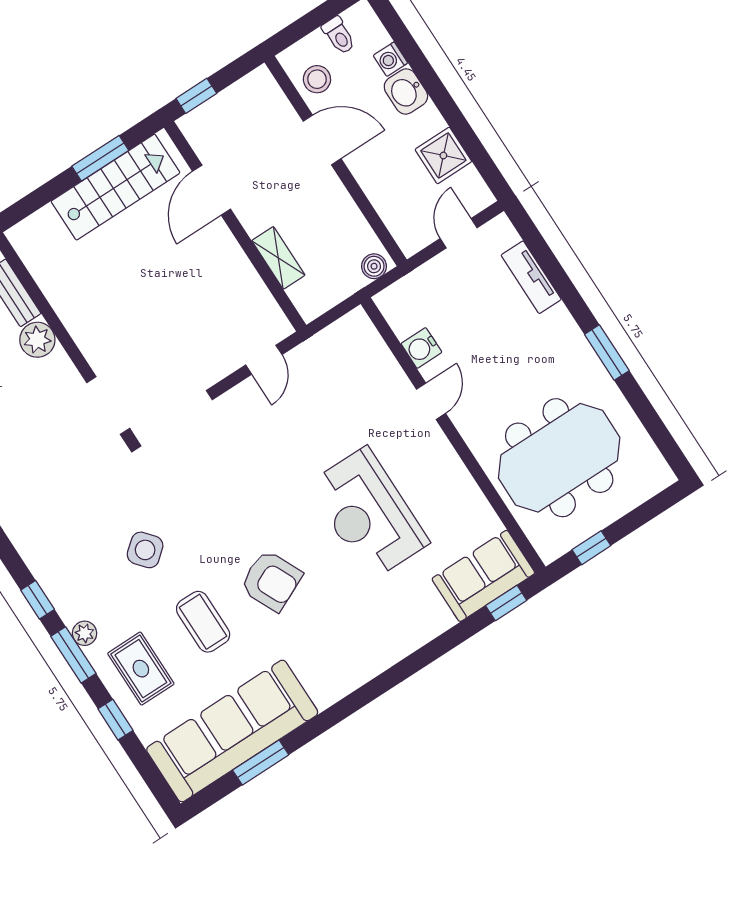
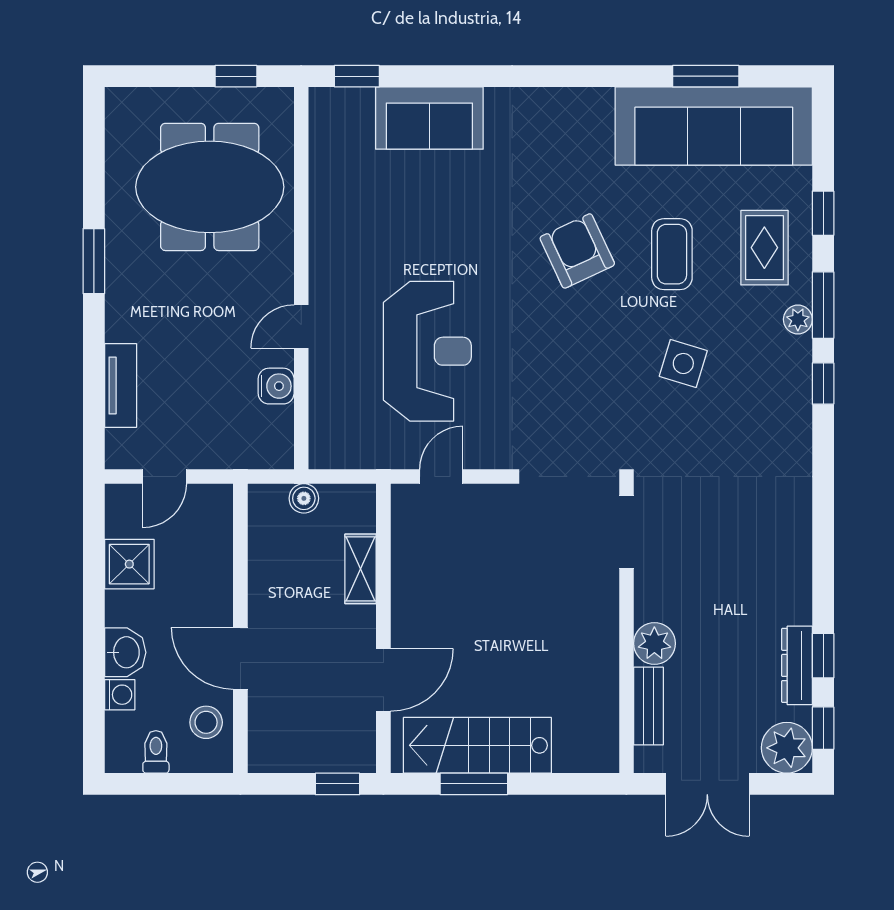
boiler: (374, 266) -> (304, 498), moved
reception desk: (368, 514) -> (427, 351), moved
side table: (145, 550) -> (683, 363), turned -33
sofa: (483, 576) -> (429, 118), moved

